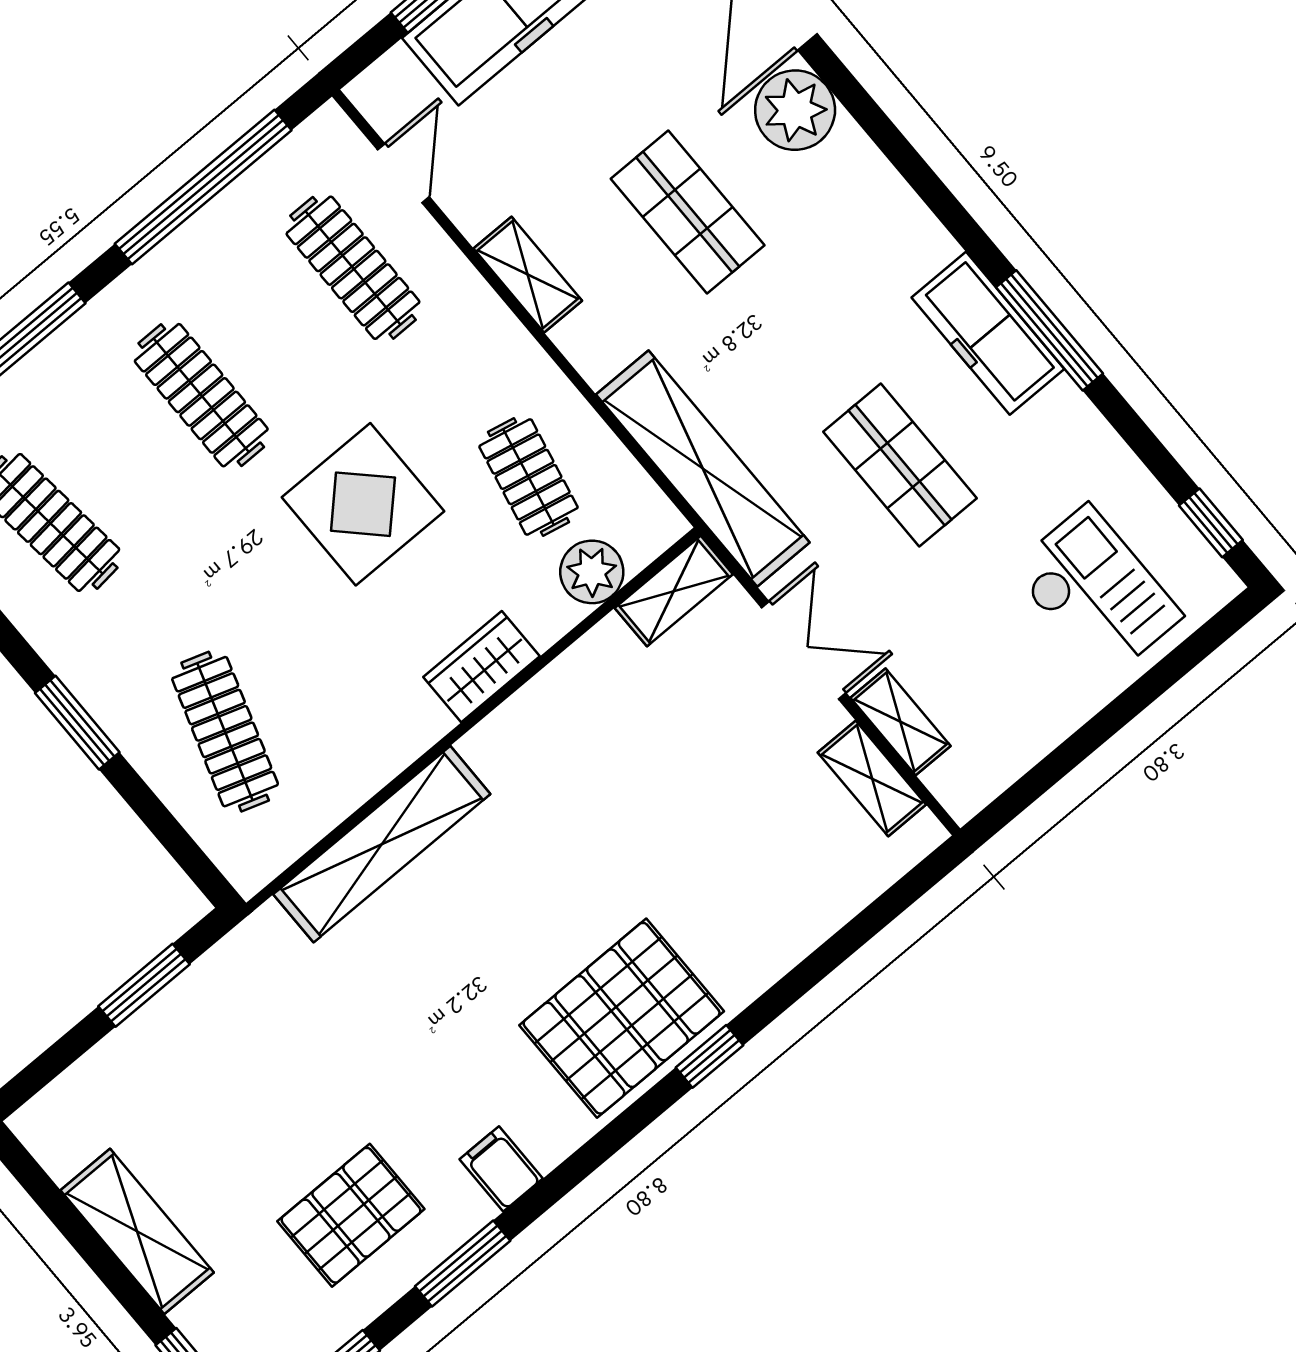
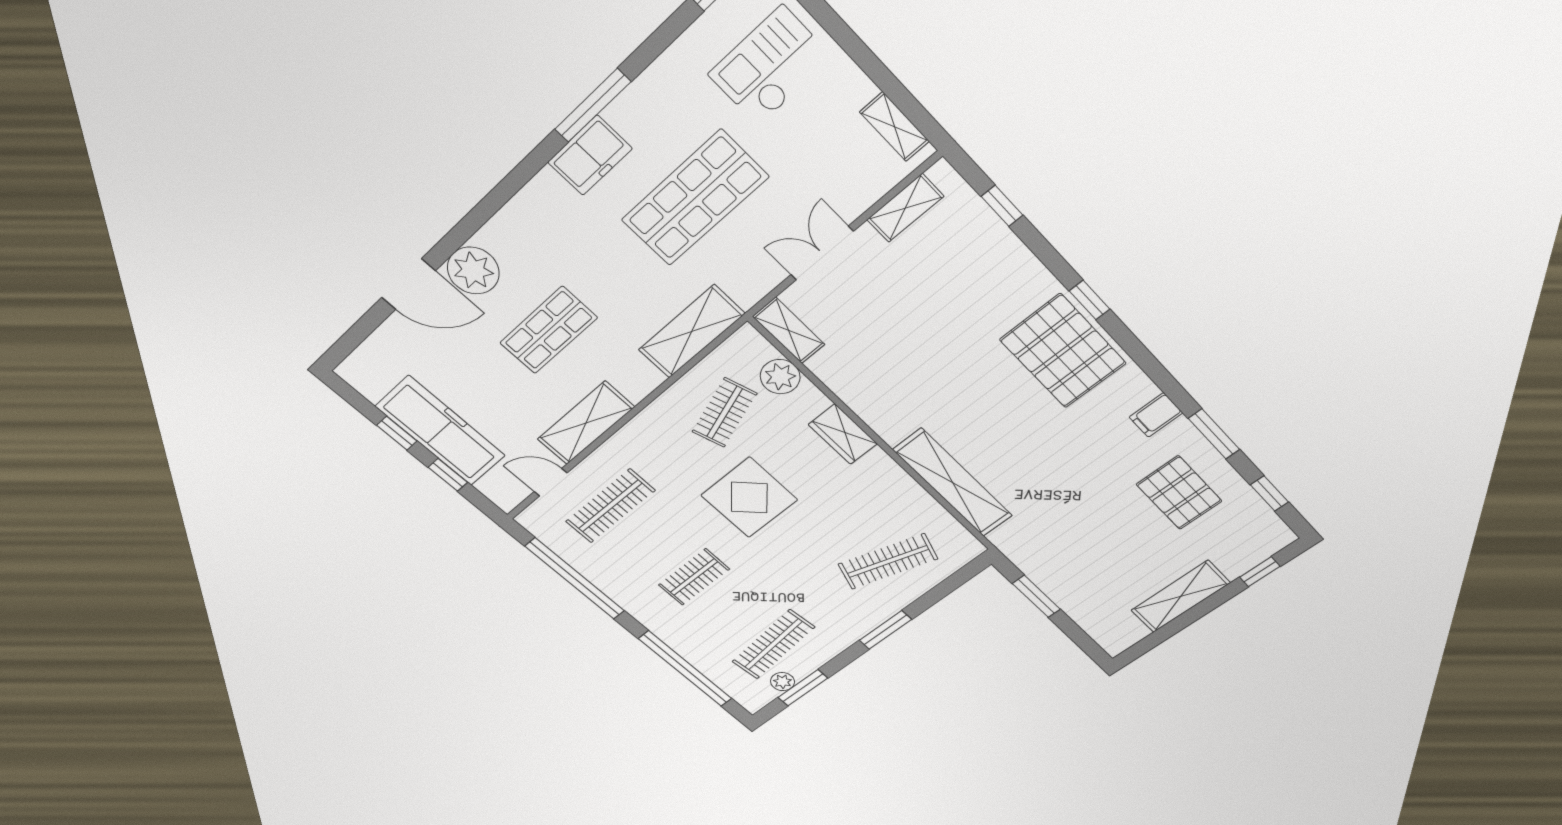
shelving: (528, 275) -> (586, 423), width x1.50, depth x1.33
freezer: (988, 333) -> (590, 155), width x0.71
clothes rail: (201, 395) -> (694, 577), width x0.73
shop shelf: (900, 465) -> (695, 198), width x1.43, depth x1.36
shelving: (703, 469) -> (691, 332), width x0.68
clothes rail: (529, 477) -> (724, 413), turned -30
shelving: (901, 722) -> (894, 127), moved, turned 90
window: (870, 922) -> (1002, 206), added

